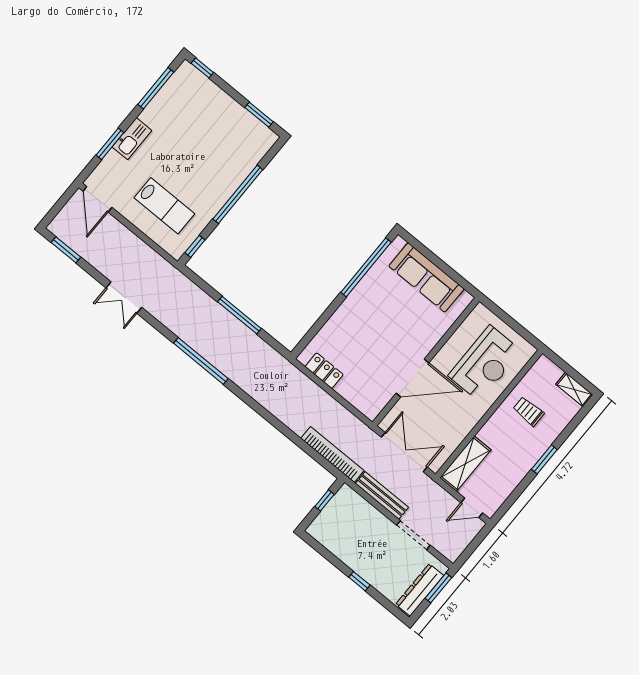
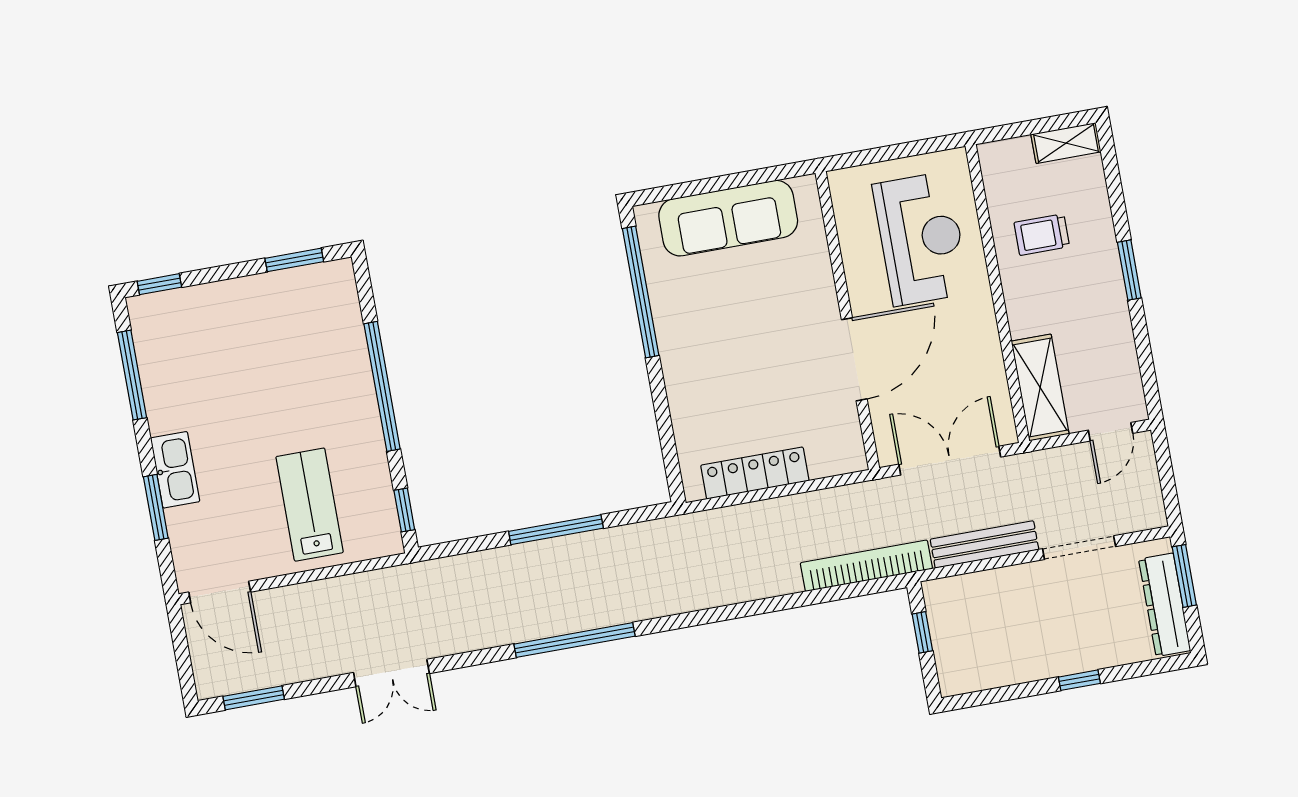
lab bench: (164, 206) -> (310, 505), turned -90
locker: (324, 371) -> (755, 473), width x1.53

